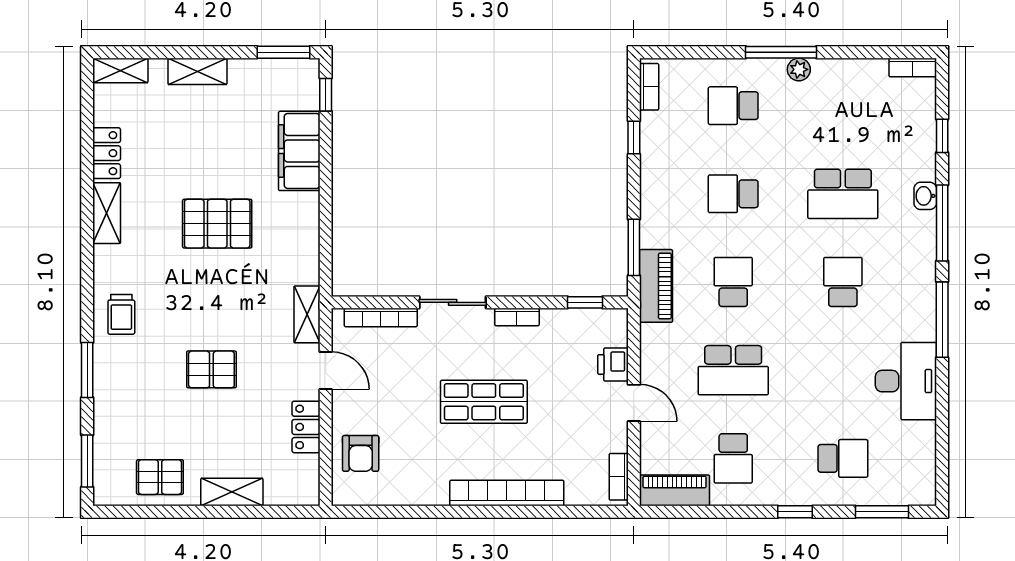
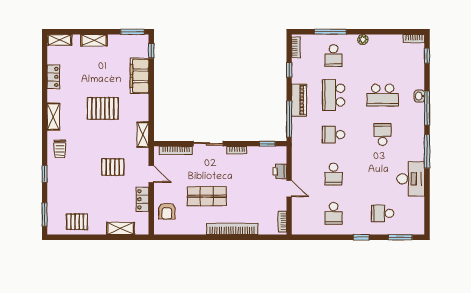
window: (781, 52) -> (330, 32), moved
school desk: (733, 106) -> (334, 56), turned -90
window: (942, 136) -> (427, 56), moved
school desk: (733, 194) -> (334, 95), width x1.85
shelving: (107, 213) -> (53, 117), moved
window: (634, 247) -> (289, 119), width x1.44
school desk: (733, 282) -> (334, 135), turned -90
piano: (656, 286) -> (299, 100), moved
shelving: (307, 314) -> (143, 135), moved
pallet: (211, 369) -> (113, 167), moved
window: (87, 370) -> (45, 174), width x0.67
school desk: (733, 370) -> (334, 174), width x0.54
shop shelf: (484, 402) -> (207, 196), moved
school desk: (843, 458) -> (383, 213), turned 180
piano: (675, 490) -> (307, 228), removed
shelving: (232, 492) -> (121, 228), moved

